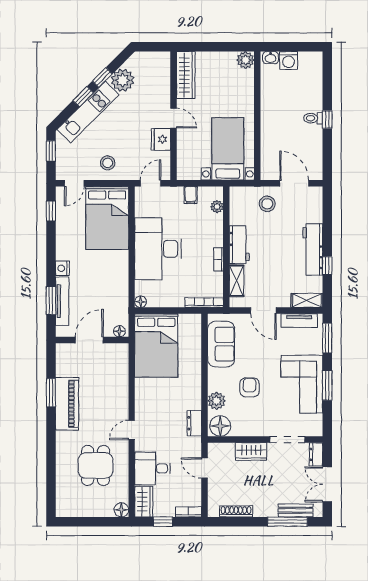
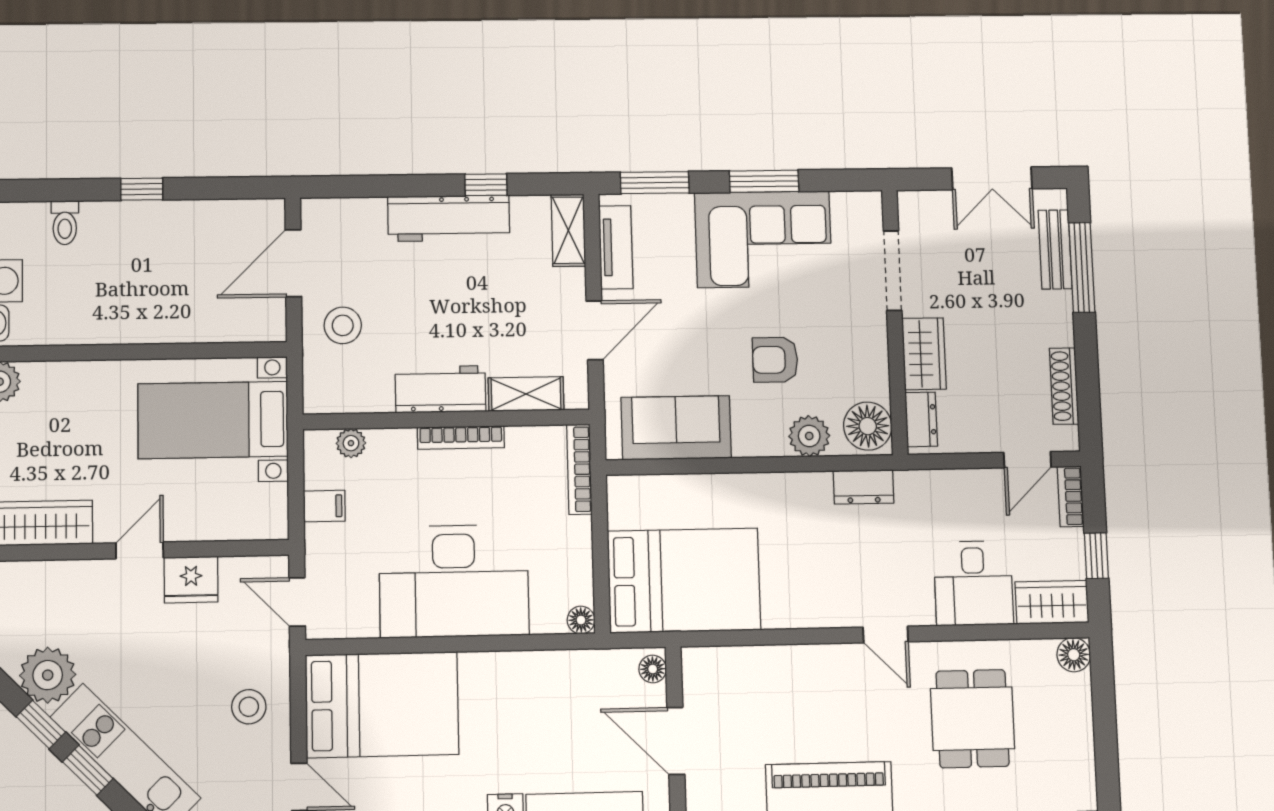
toilet: (313, 118) -> (65, 223), moved
bookcase: (219, 259) -> (461, 437), width x1.56
dresser: (316, 454) -> (921, 419), moved, turned -90
dining table: (96, 465) -> (973, 719), turned 90
door: (205, 468) -> (1027, 460), moved

